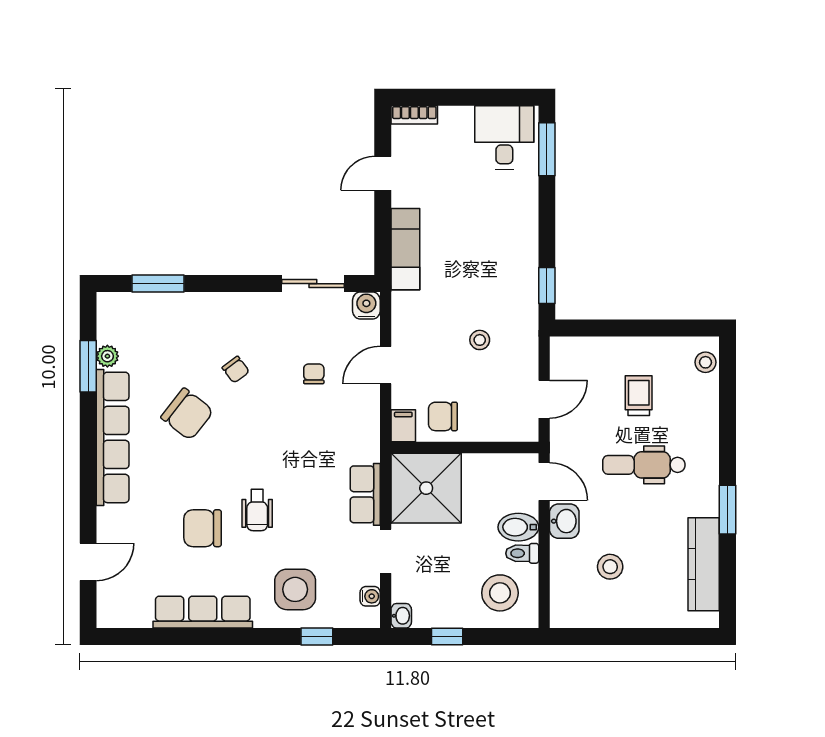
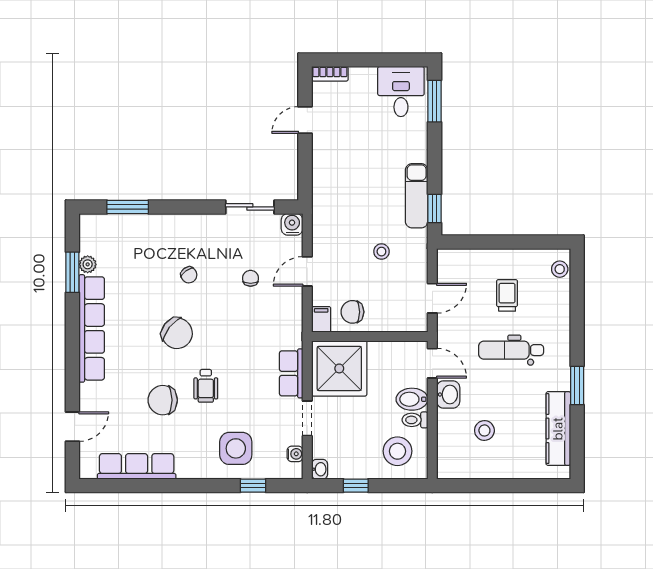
exam couch: (405, 249) -> (417, 196), moved, turned 180
chair: (187, 414) -> (177, 333), moved
row of seats: (203, 612) -> (137, 466), moved

